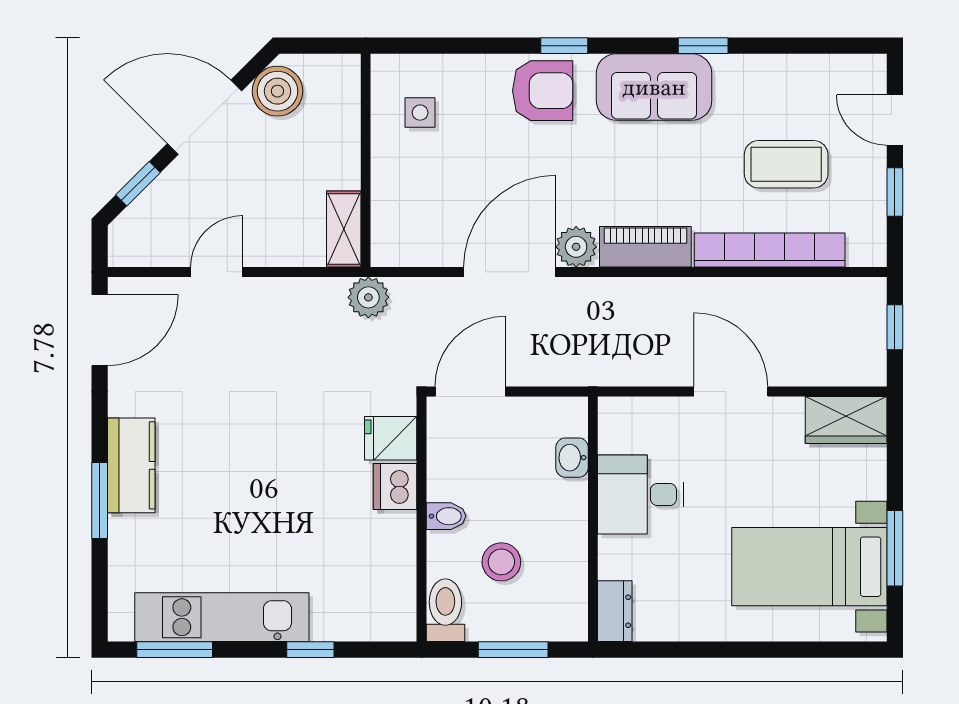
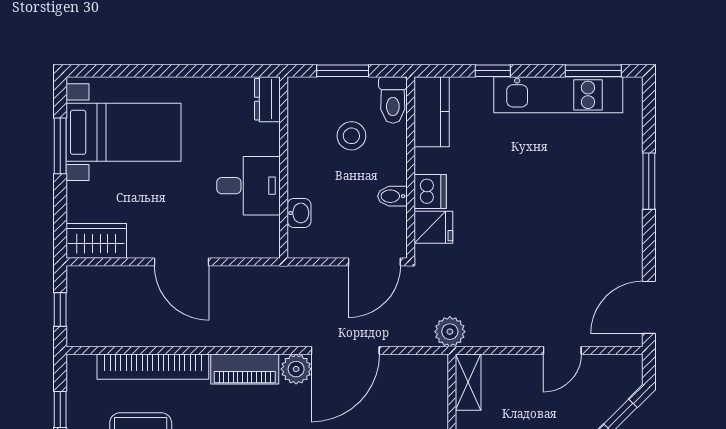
kitchen counter: (131, 465) -> (432, 112), moved, turned 180
bidet: (446, 516) -> (392, 196), moved

